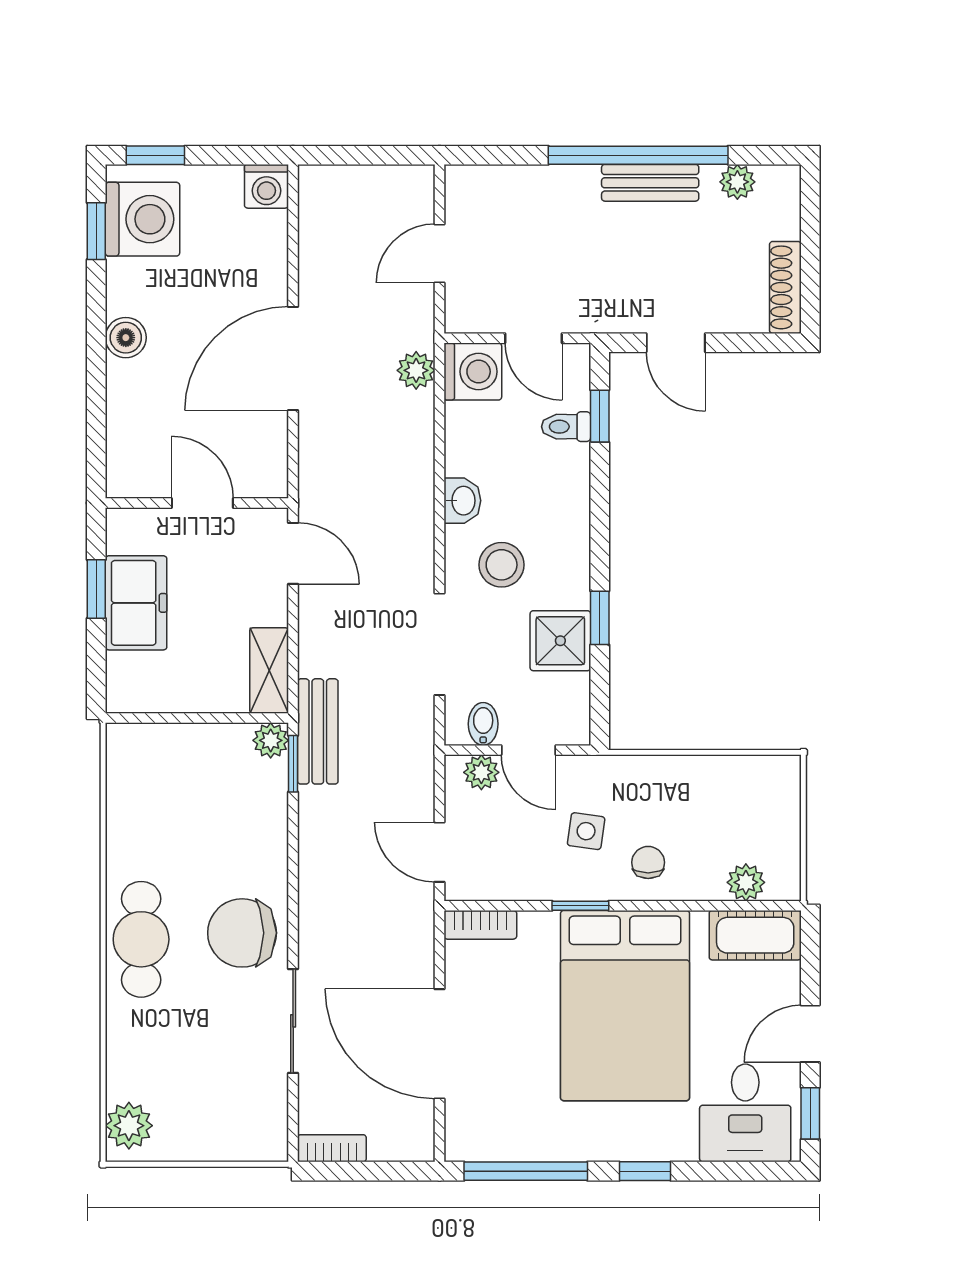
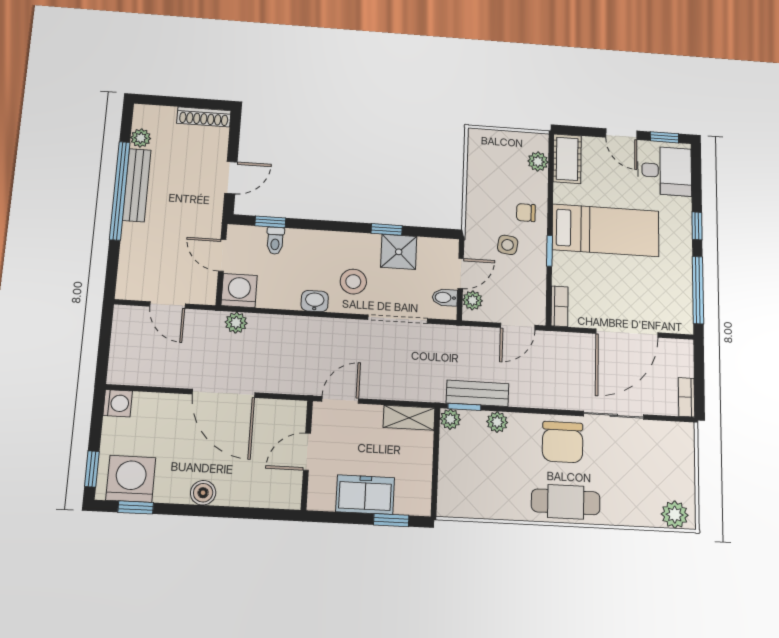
bench: (650, 183) -> (137, 185), width x1.36
door: (533, 338) -> (222, 255), swing flipped
window: (96, 589) -> (391, 520), moved
bench: (318, 731) -> (478, 393), moved
plant: (270, 820) -> (497, 422), added
bed: (625, 1006) -> (606, 230), width x0.67

